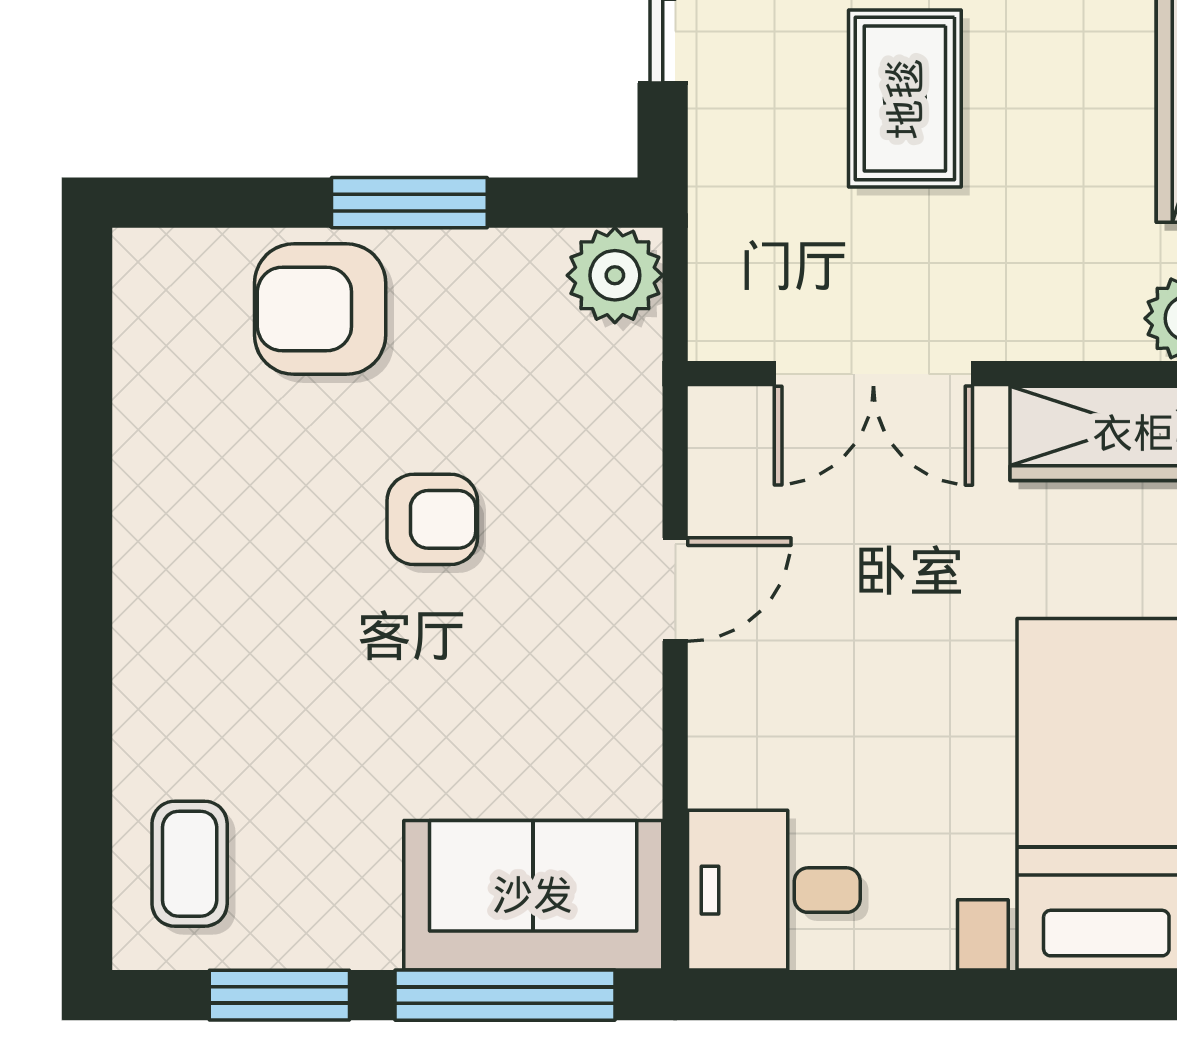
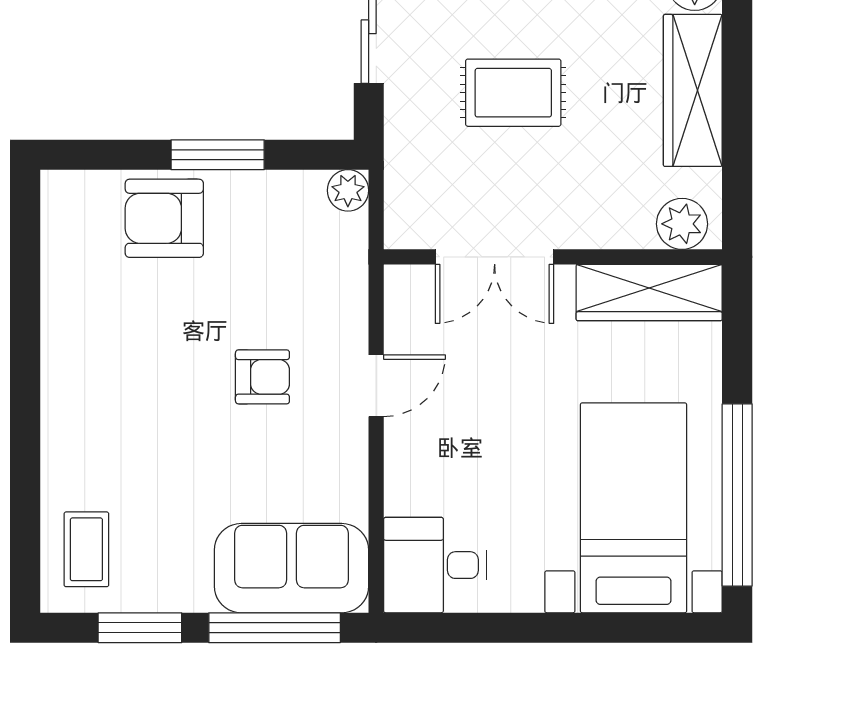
rug: (905, 99) -> (513, 93), turned 90
plant: (615, 275) -> (348, 190), width x0.73, depth x0.73
armchair: (432, 519) -> (262, 377), moved

